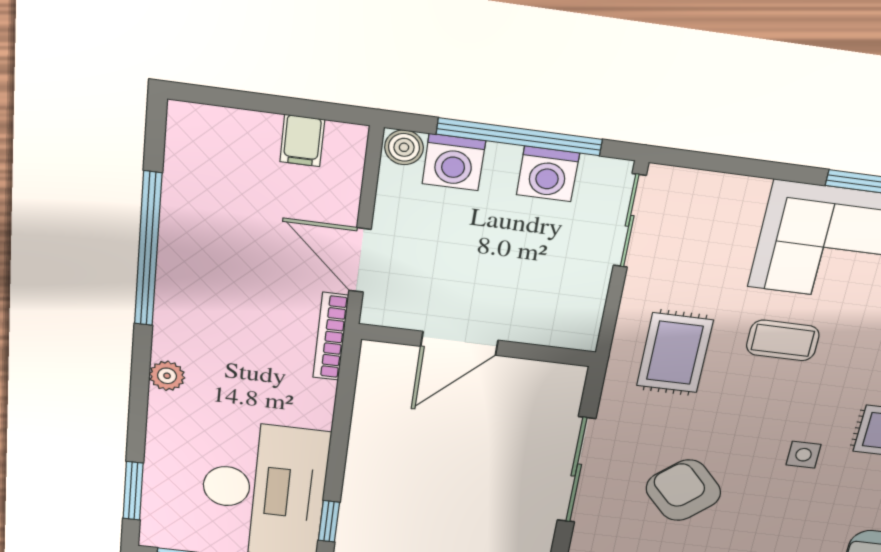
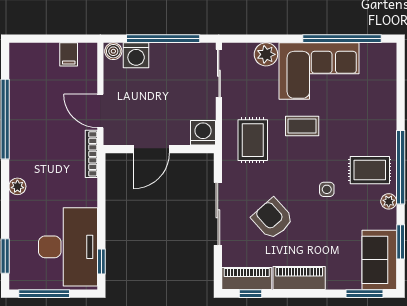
washing machine: (548, 174) -> (203, 133), moved, turned 180
plant: (740, 198) -> (266, 54), added

